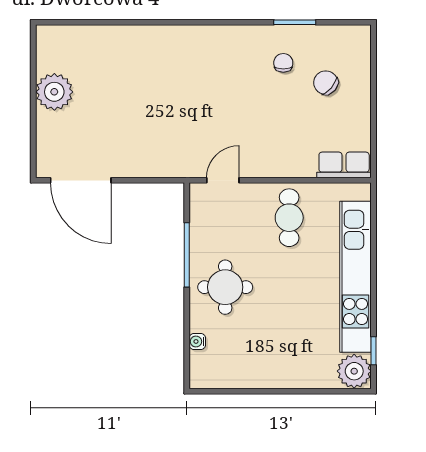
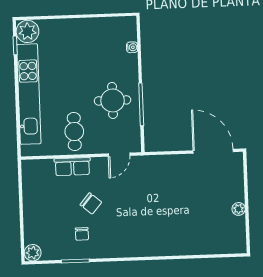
plant: (359, 37) -> (33, 253), added
chair: (326, 83) -> (91, 203), moved
plant: (54, 92) -> (239, 209), width x0.53, depth x0.53
row of seats: (344, 165) -> (72, 167), moved
round table: (225, 287) -> (113, 100), moved

